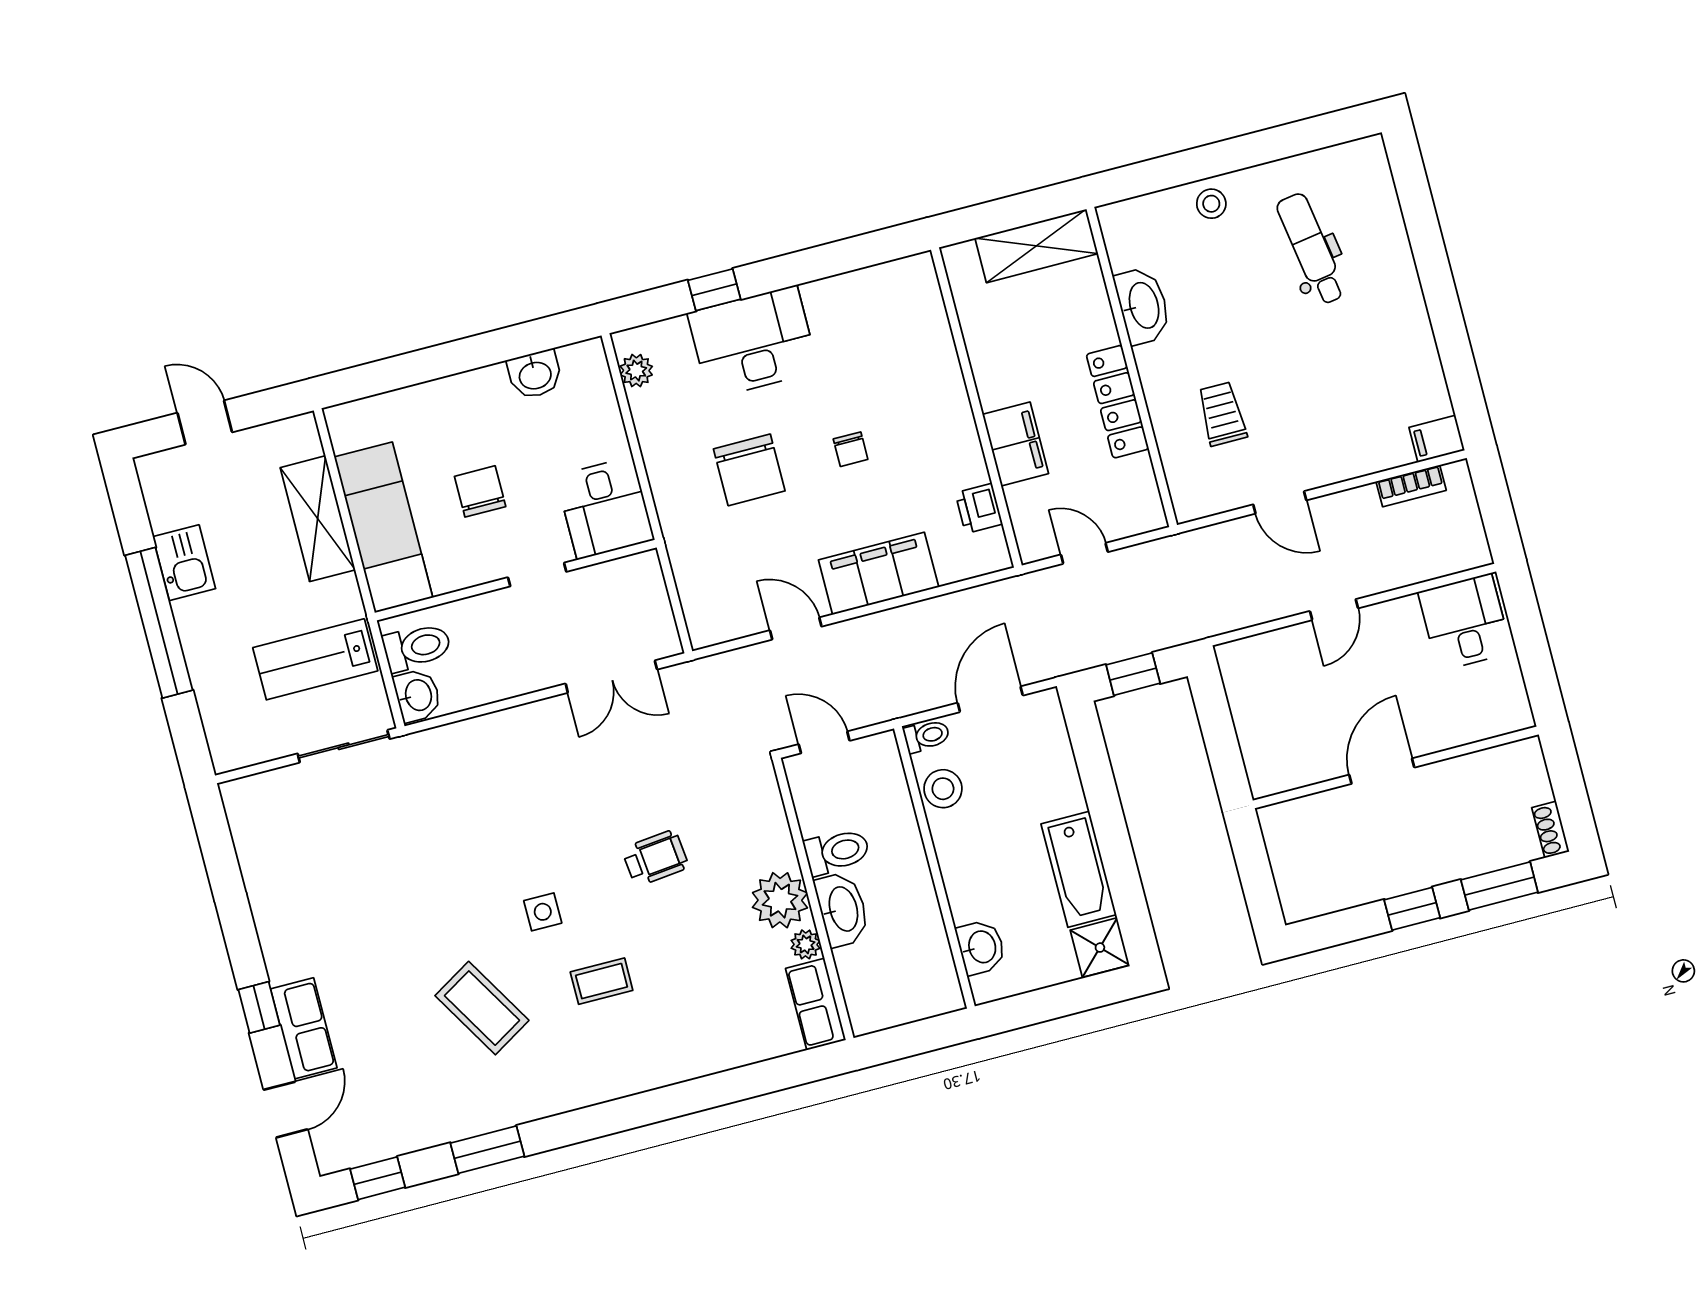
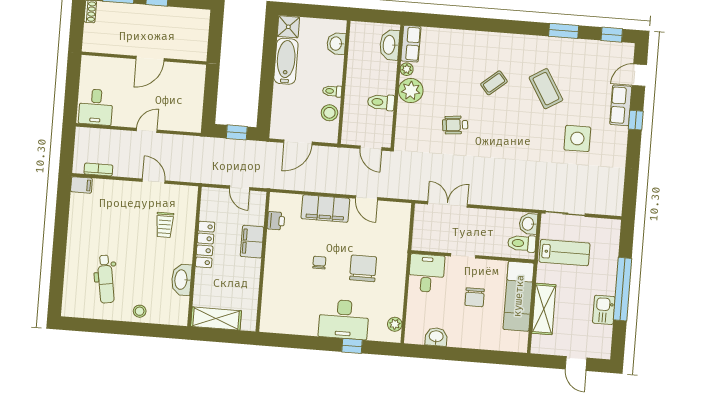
toilet: (927, 736) -> (332, 91), moved
washbasin: (842, 909) -> (390, 45), moved
side table: (543, 912) -> (577, 138), moved, width x1.87, depth x1.87
coffee table: (602, 981) -> (494, 83), turned -40

